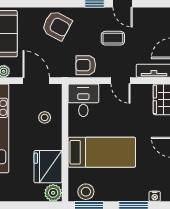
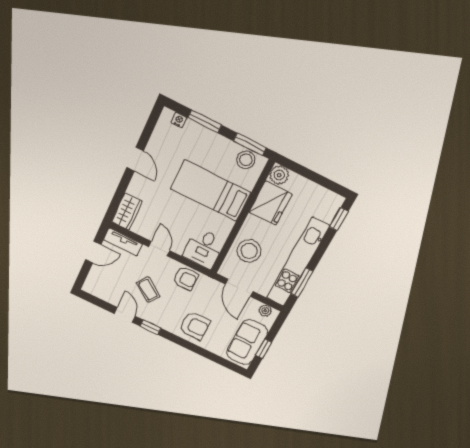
armchair: (57, 25) -> (195, 326), turned 152
coffee table: (113, 38) -> (148, 290), turned 36
stool: (45, 117) -> (249, 251), width x1.89, depth x1.89

